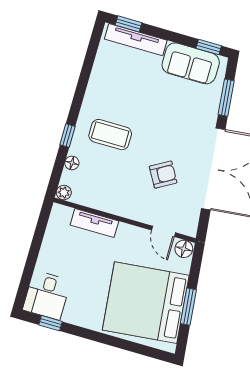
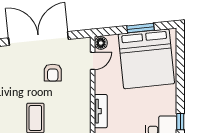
armchair: (163, 175) -> (53, 73), turned -150

